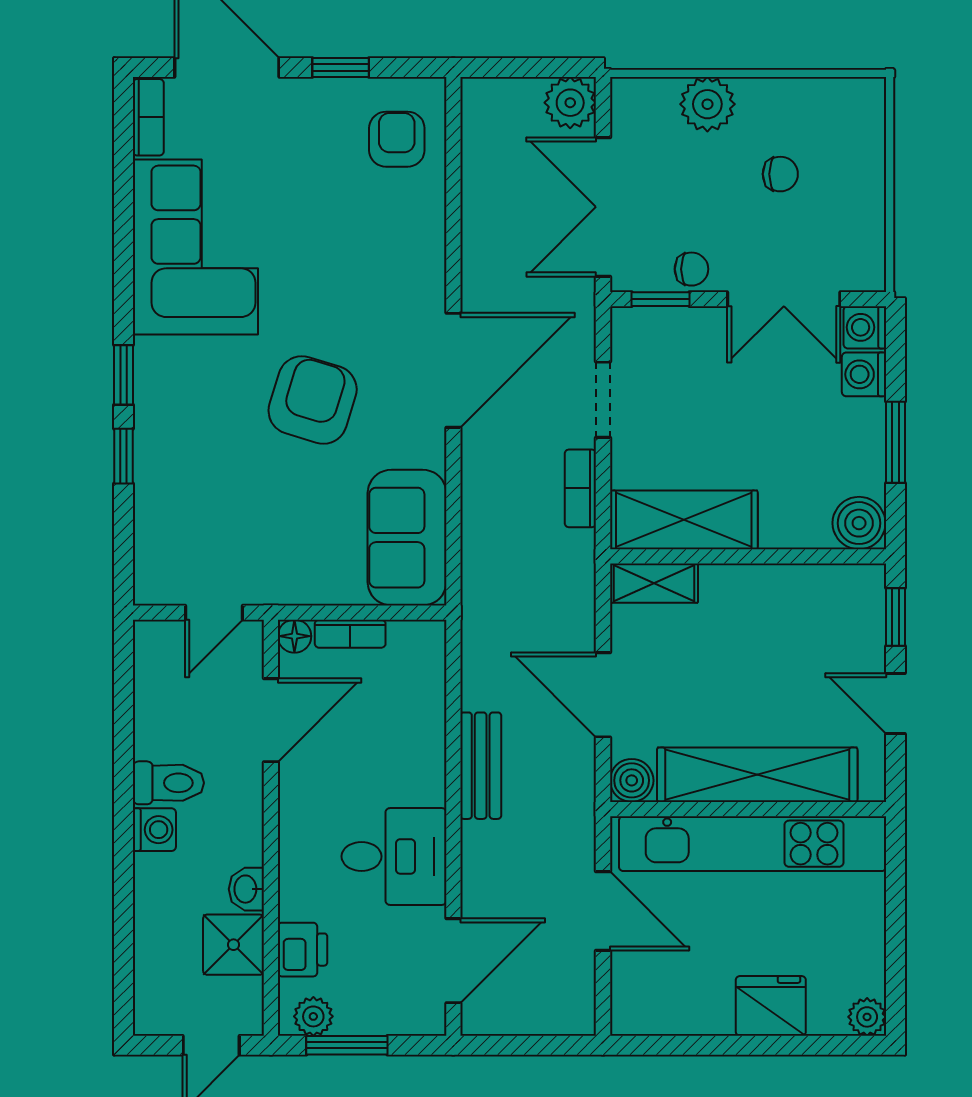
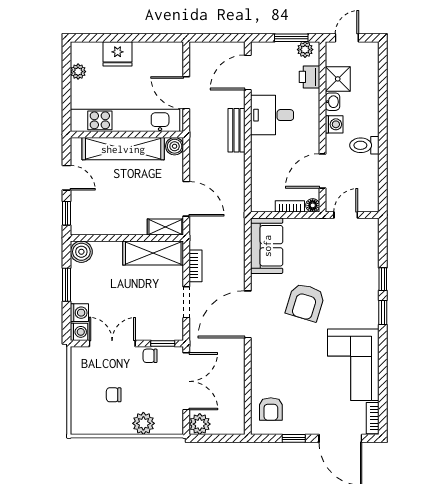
door: (603, 695) -> (186, 199), moved
bench: (481, 766) -> (236, 130), moved
washing machine: (154, 830) -> (334, 124), moved, turned 180
plant: (867, 1017) -> (78, 72), moved

